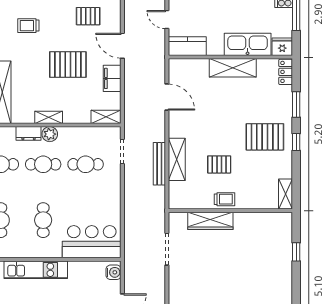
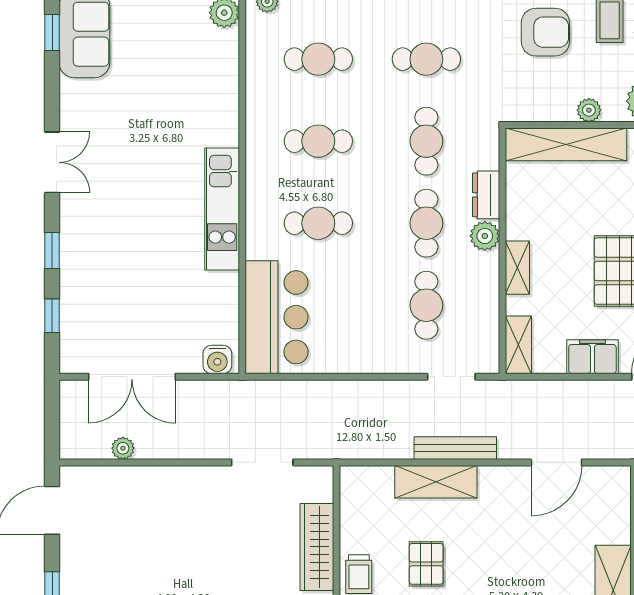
shelving: (49, 117) -> (517, 268), moved
bench: (159, 164) -> (455, 448), moved

